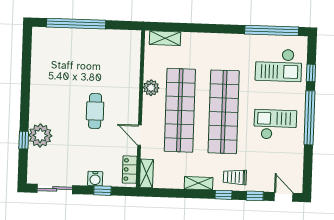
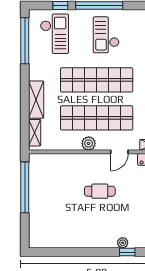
window: (76, 24) -> (25, 187), moved
shelving: (203, 41) -> (36, 100), added
plant: (151, 88) -> (89, 143), moved
plant: (40, 135) -> (123, 243), width x0.53, depth x0.53

